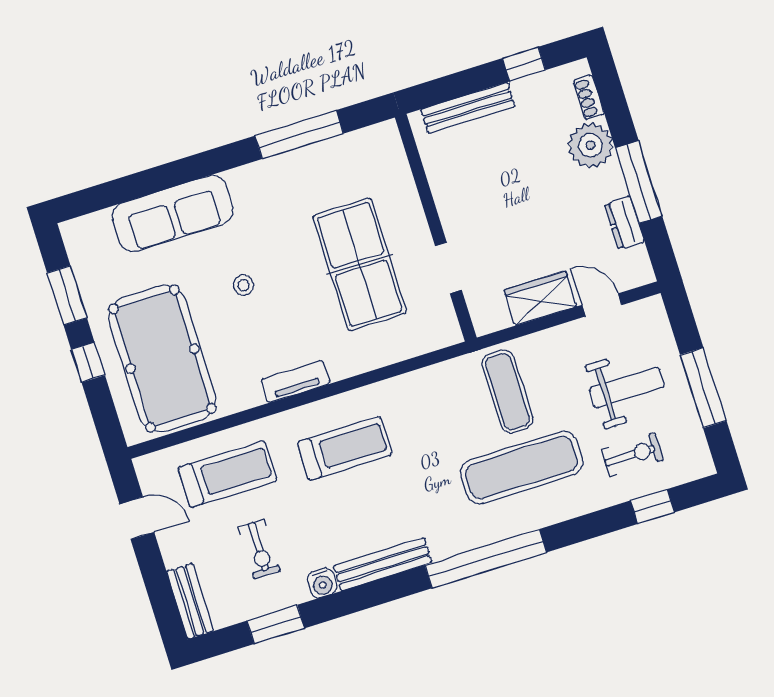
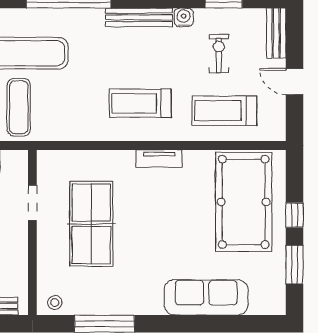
stool: (243, 285) -> (55, 302), moved
door: (137, 518) -> (294, 82), moved

